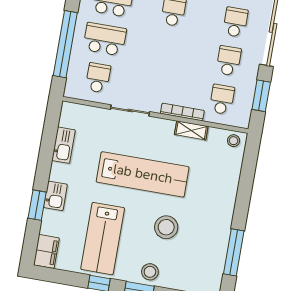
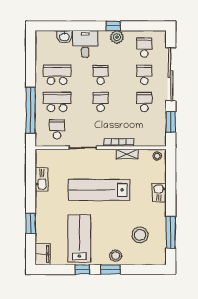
school desk: (222, 99) -> (101, 102), moved
lab bench: (143, 174) -> (99, 190), turned 180
kitchen sink: (55, 196) -> (159, 193), moved, turned 180
stool: (166, 227) -> (140, 235), moved
lab bench: (103, 239) -> (79, 238), turned 180

